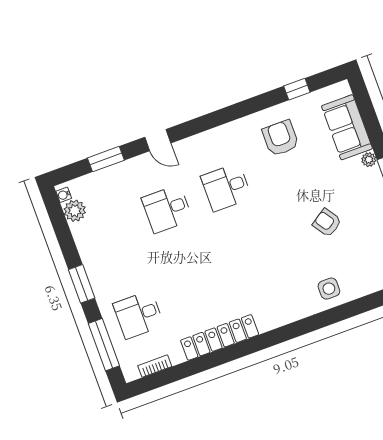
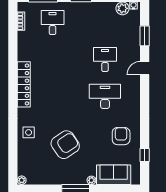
armchair: (280, 138) -> (121, 136), turned -90
desk: (226, 187) -> (105, 96), width x1.37
armchair: (327, 223) -> (65, 145), width x1.88, depth x1.88
locker: (220, 337) -> (24, 84), moved

